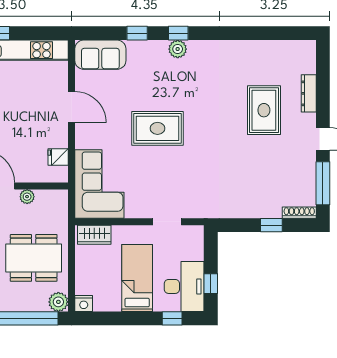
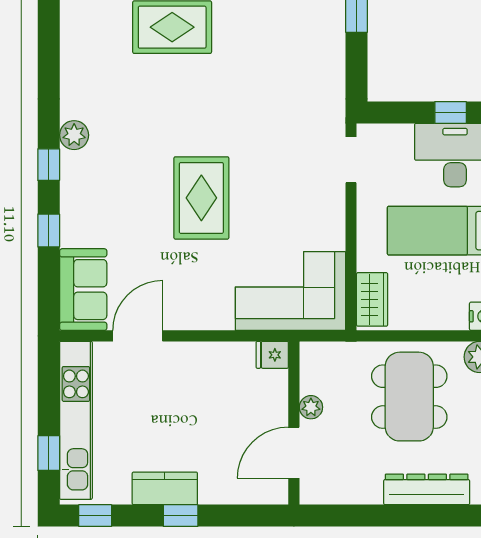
plant: (178, 49) -> (74, 135), moved
door: (72, 107) -> (138, 336), moved
fridge: (58, 157) -> (272, 355), moved, turned 90
doorway: (167, 222) -> (351, 160), moved

